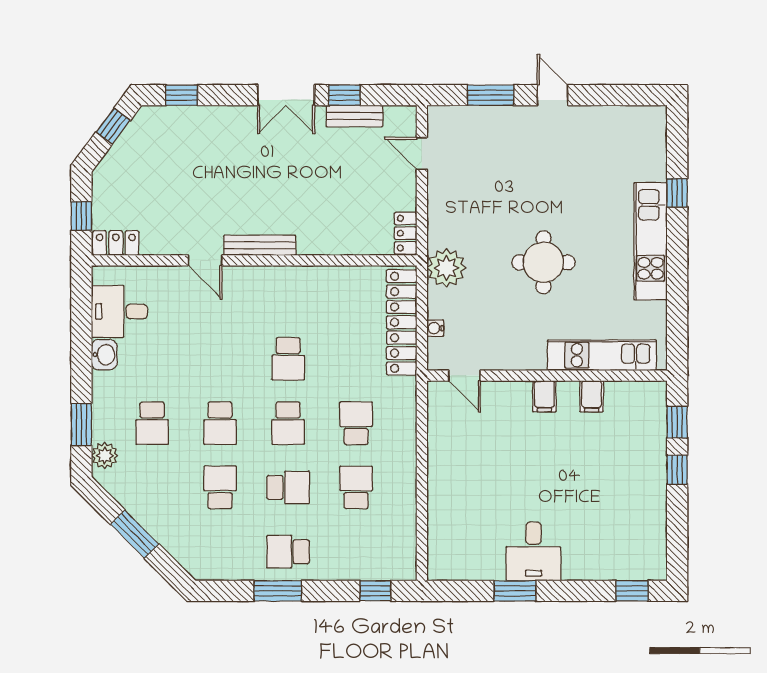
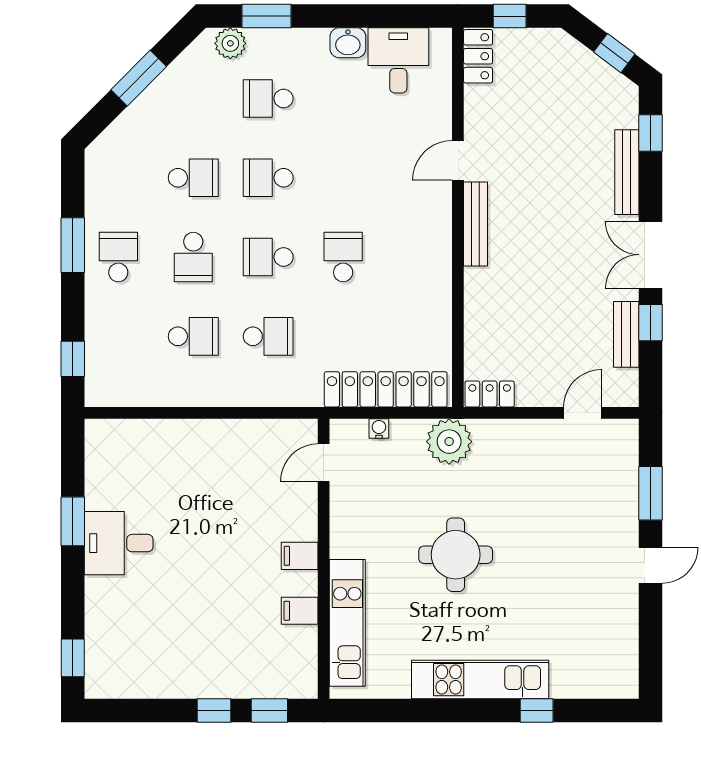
bench: (215, 115) -> (627, 172), added
school desk: (288, 359) -> (343, 257), turned 90

